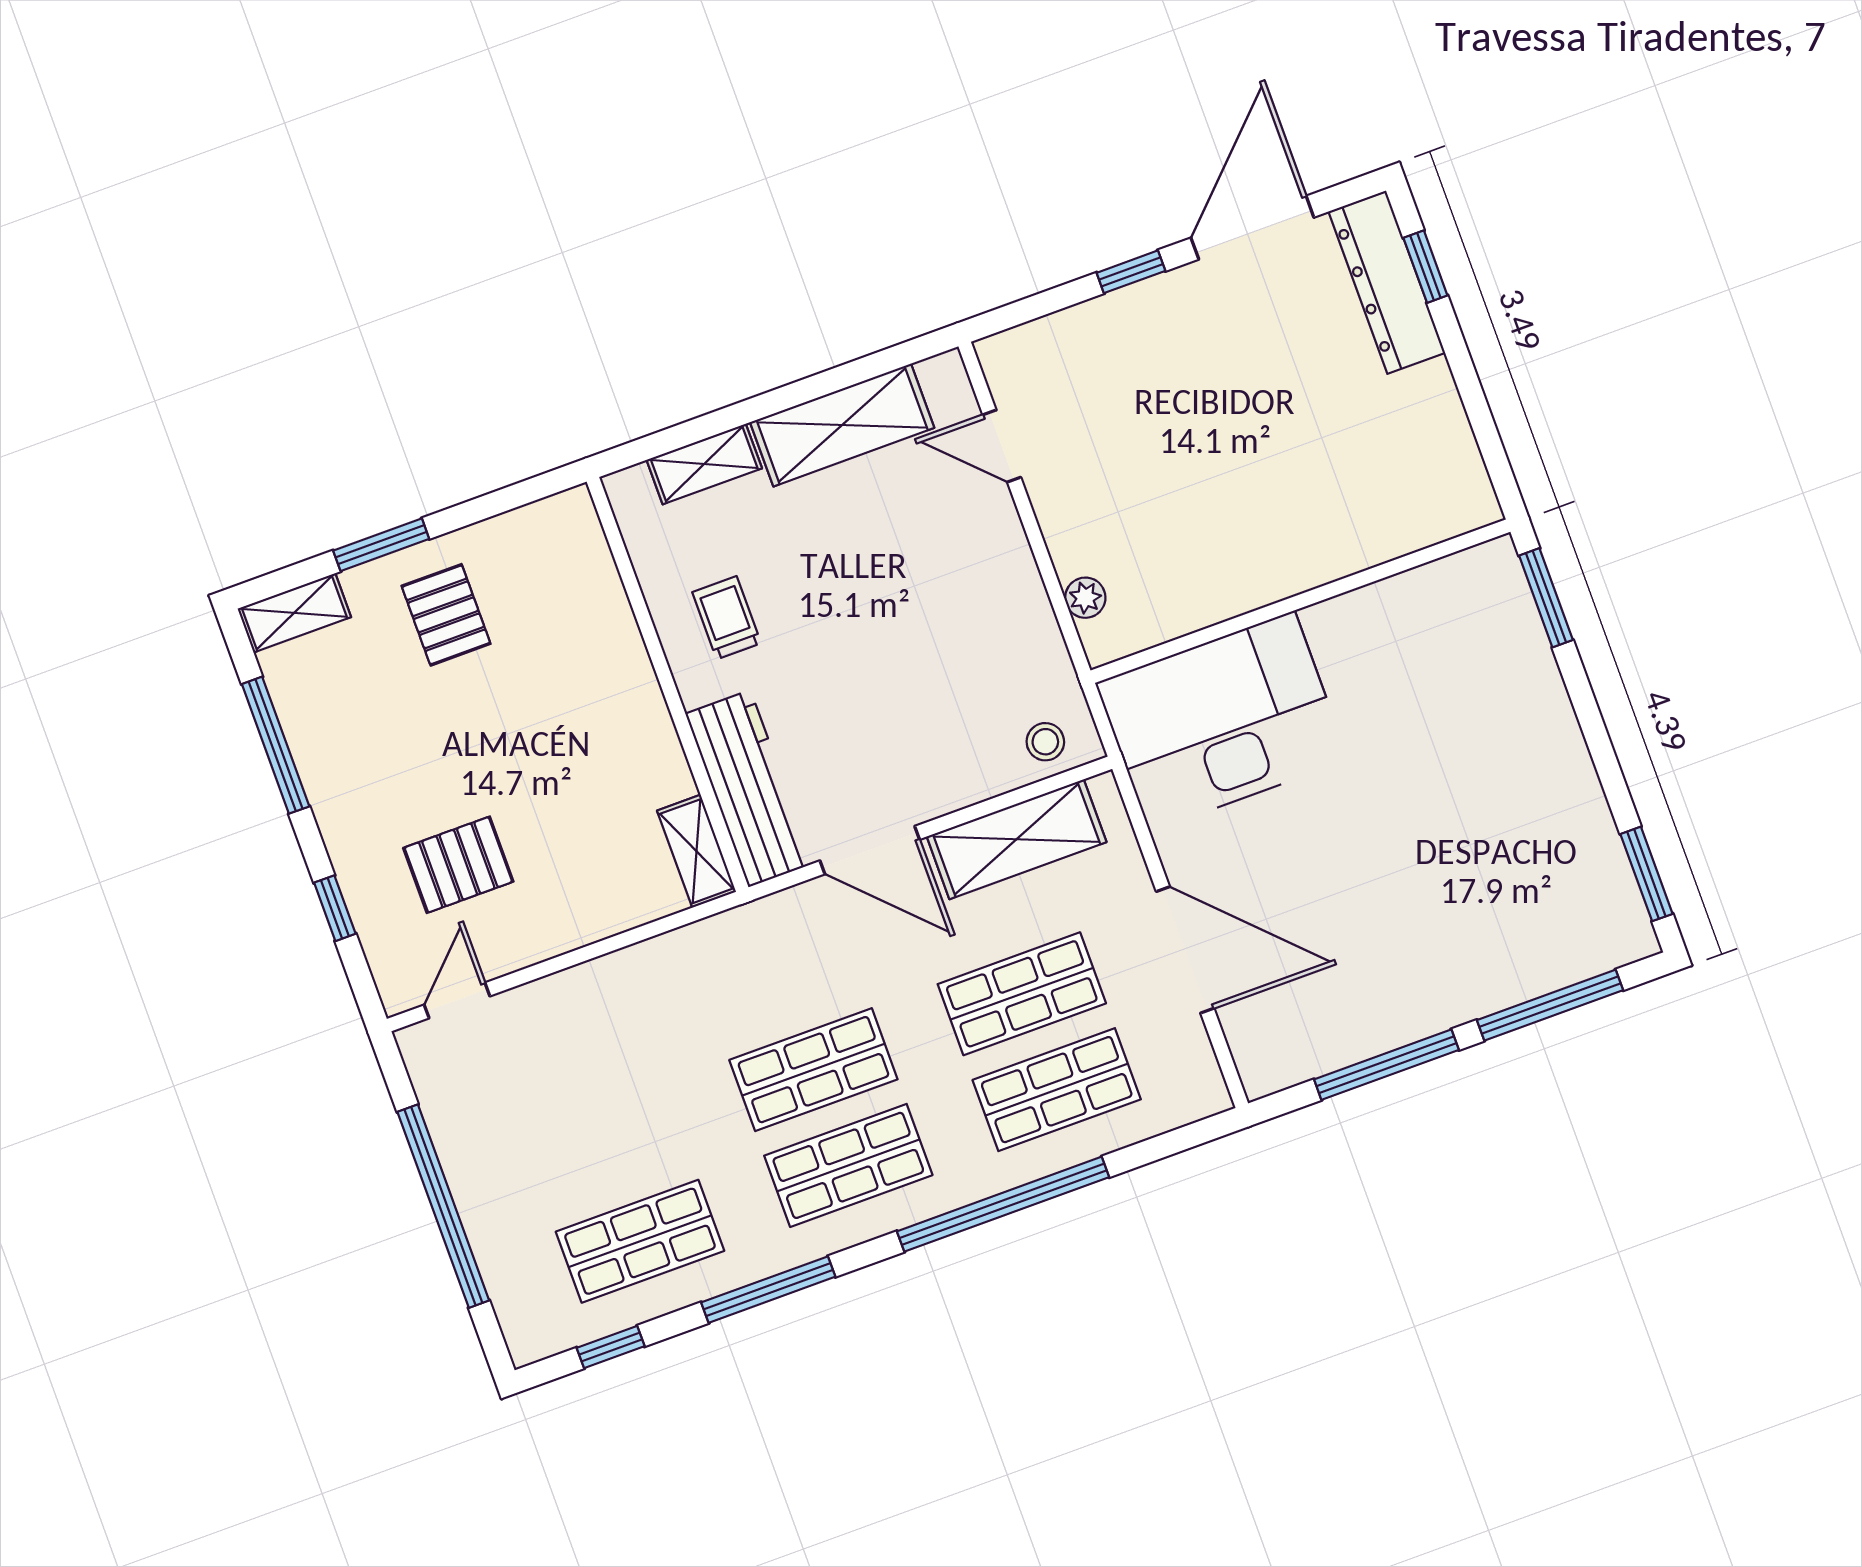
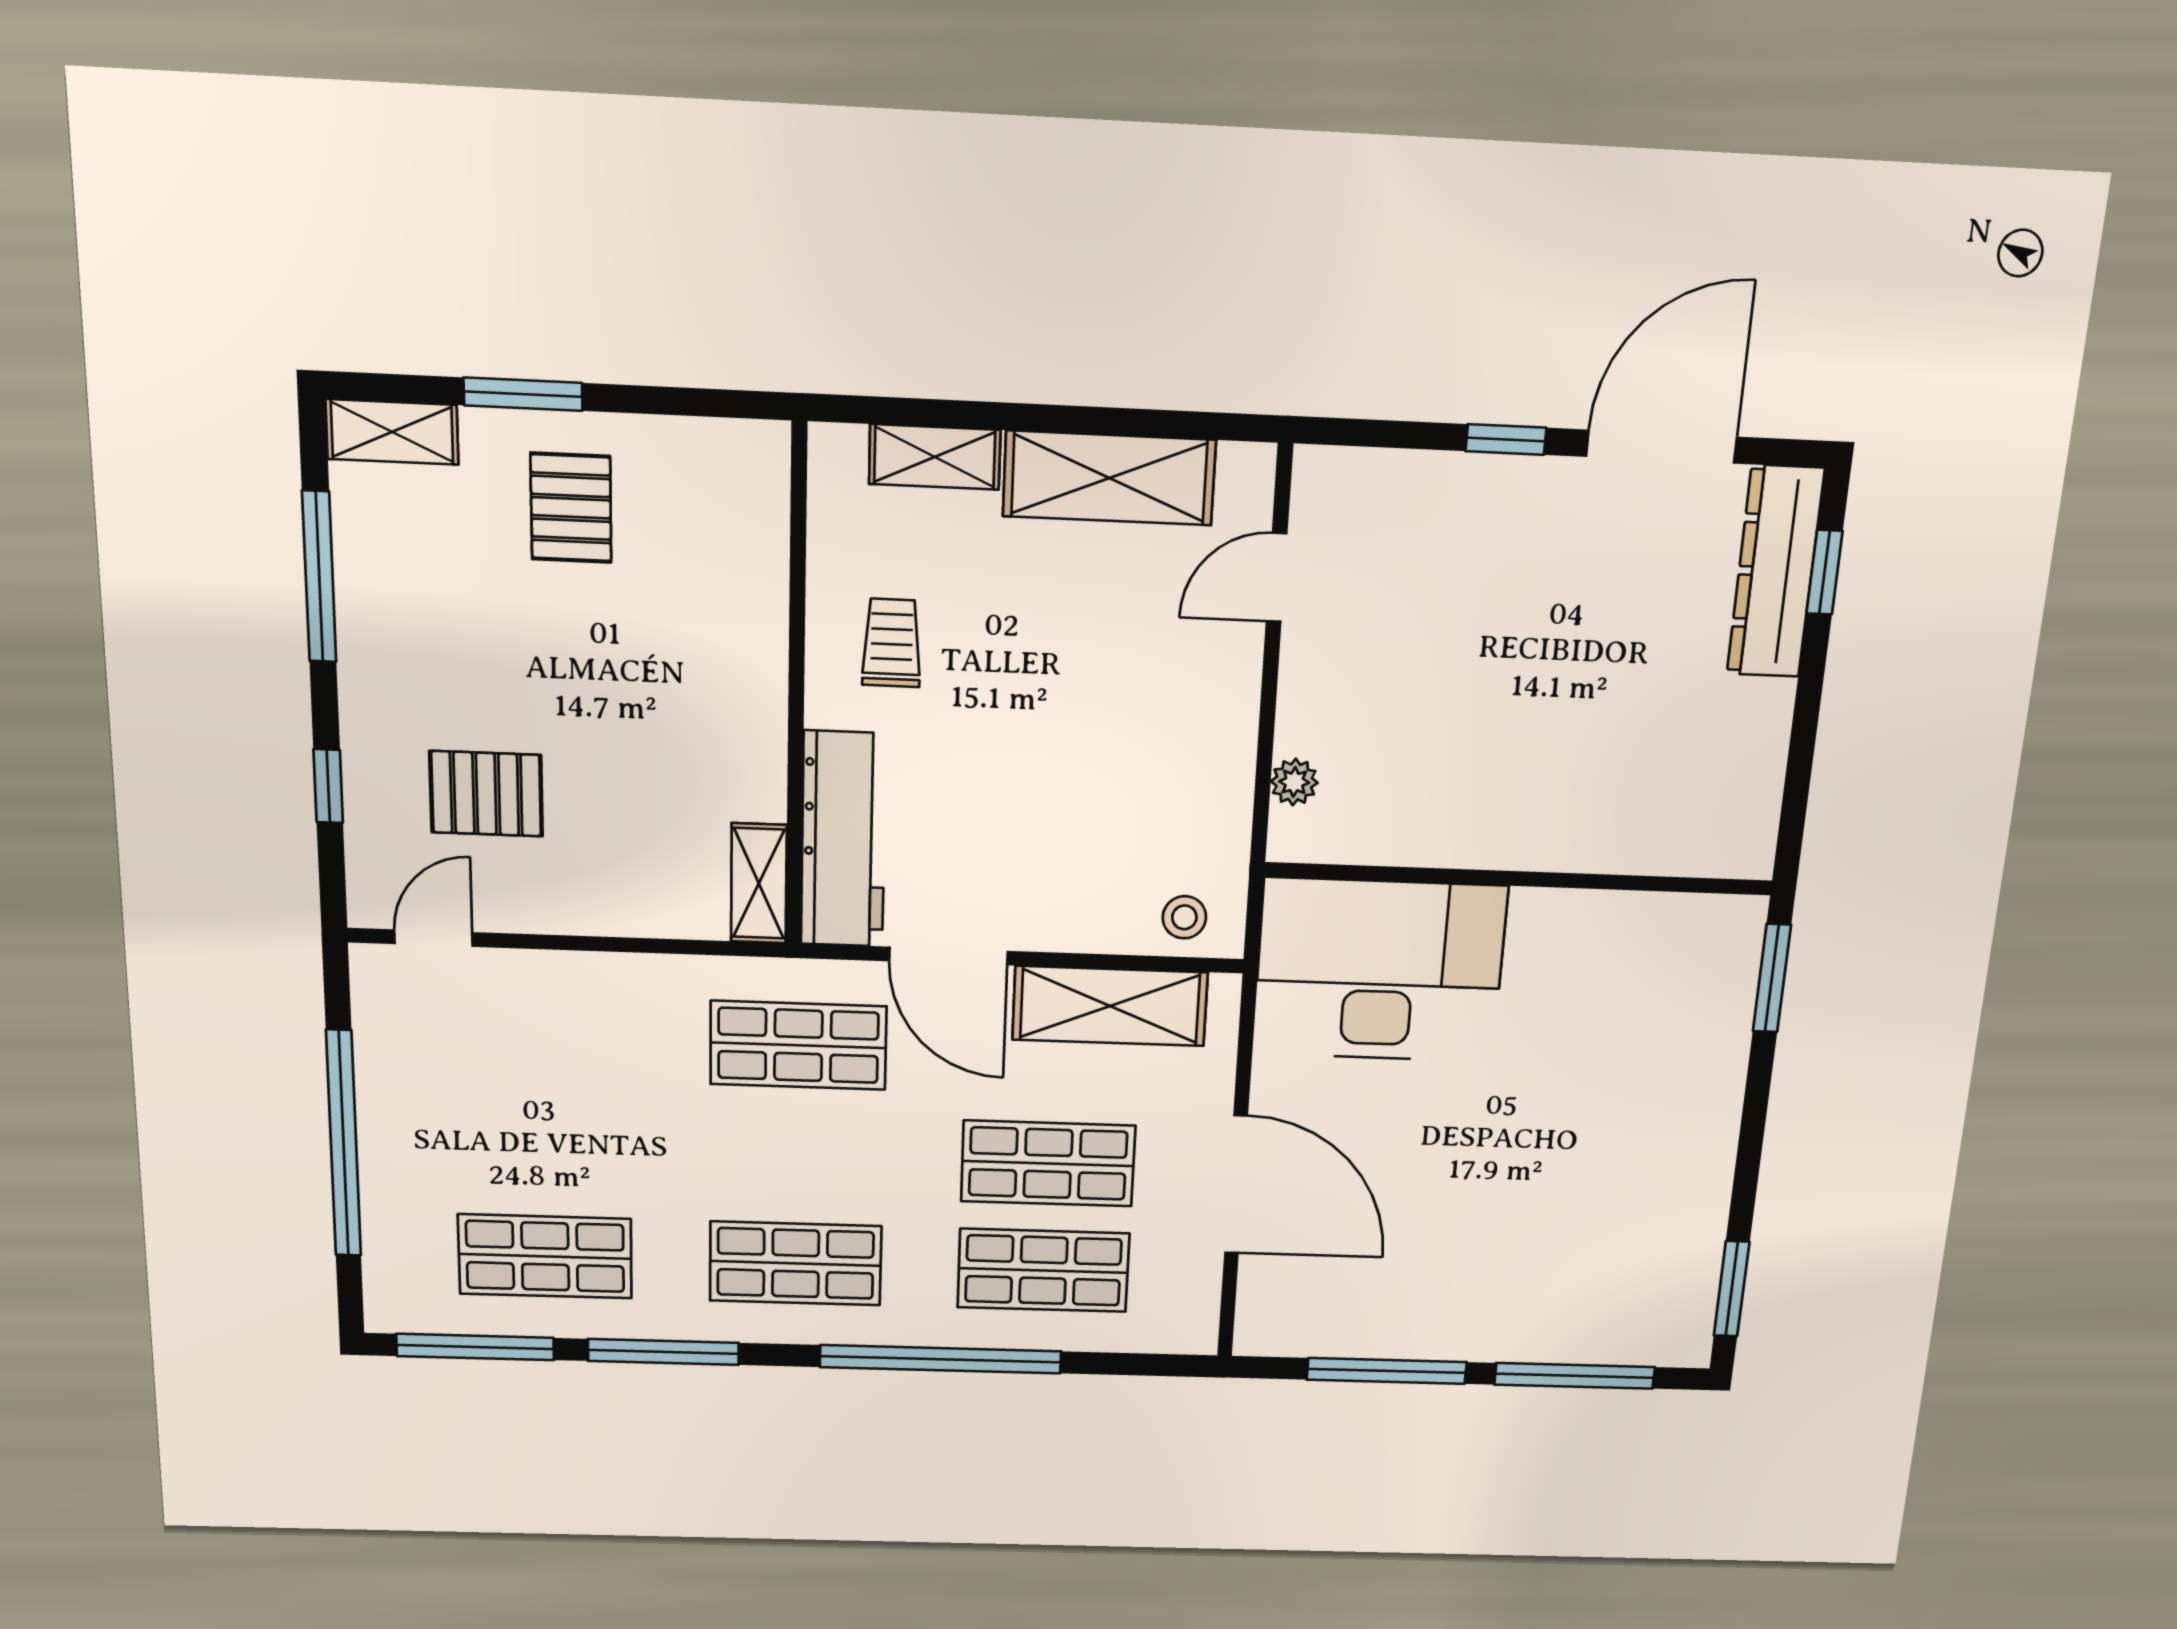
door: (1002, 446) -> (1277, 577), hinge flipped
shop shelf: (813, 1070) -> (798, 1045), moved
window: (611, 1347) -> (475, 1347), width x2.17

